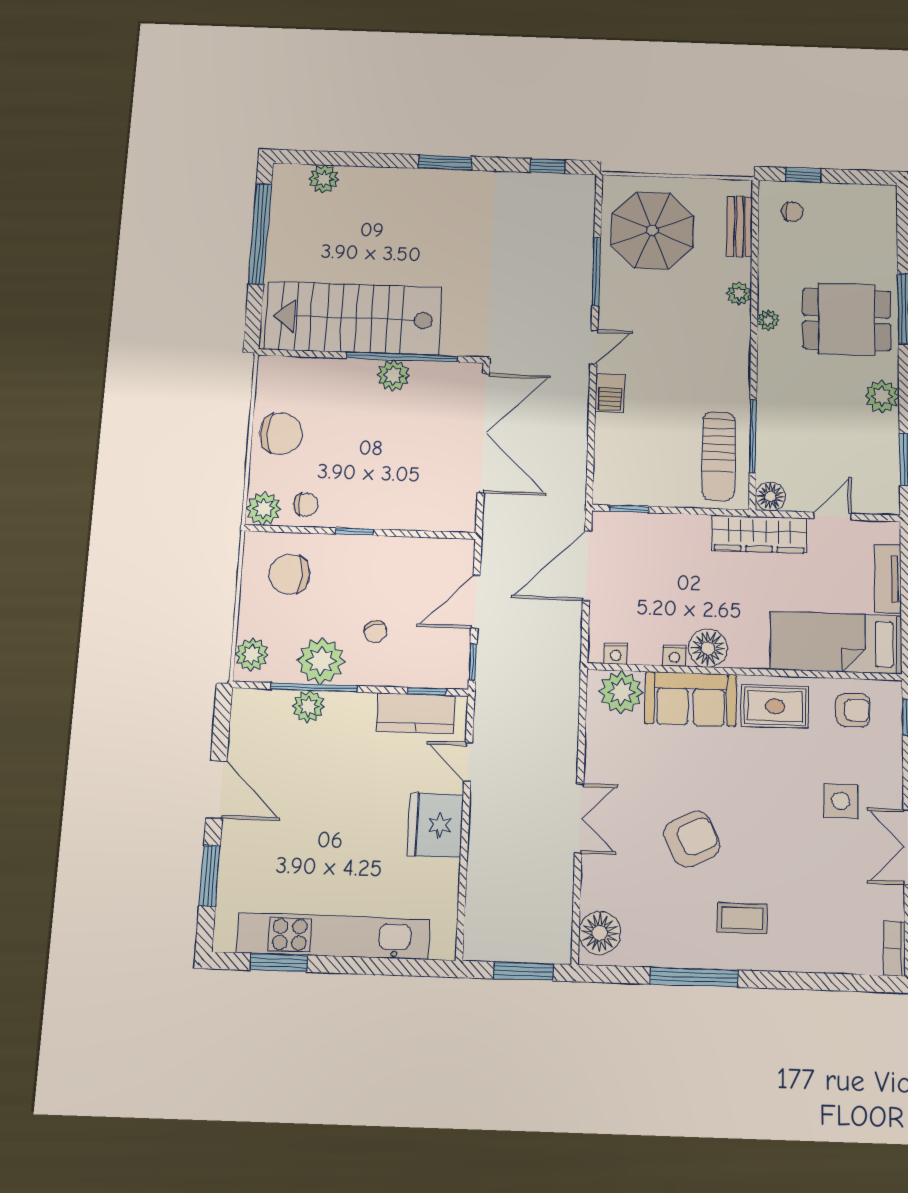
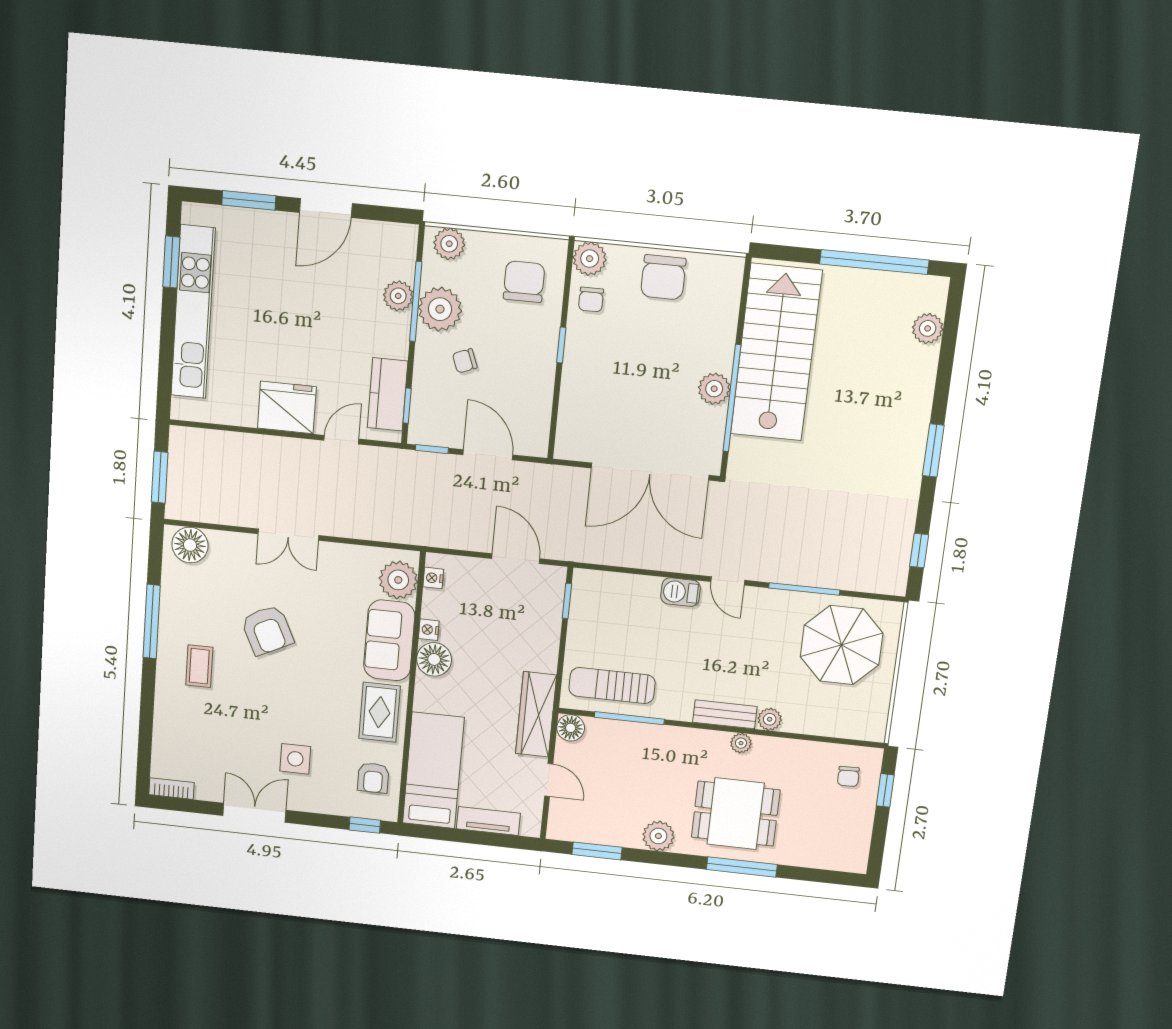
bench: (740, 226) -> (725, 714), moved
dining table: (847, 319) -> (736, 814), turned 90
door: (587, 566) -> (516, 559), width x0.73

